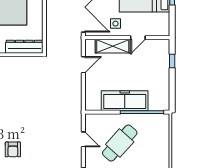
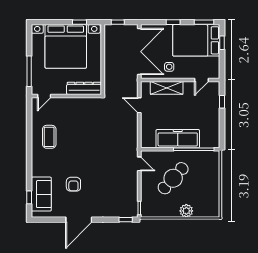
door: (138, 38) -> (202, 80), moved
door: (83, 65) -> (139, 105), swing flipped
door: (83, 139) -> (139, 164), moved

